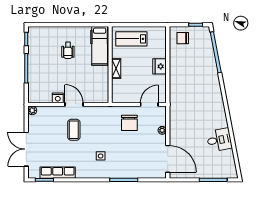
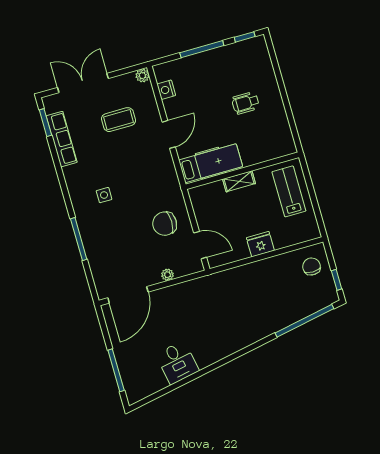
hospital bed: (100, 46) -> (211, 163), moved, turned 180
nightstand: (58, 98) -> (166, 90), moved
coffee table: (74, 130) -> (118, 120), moved

